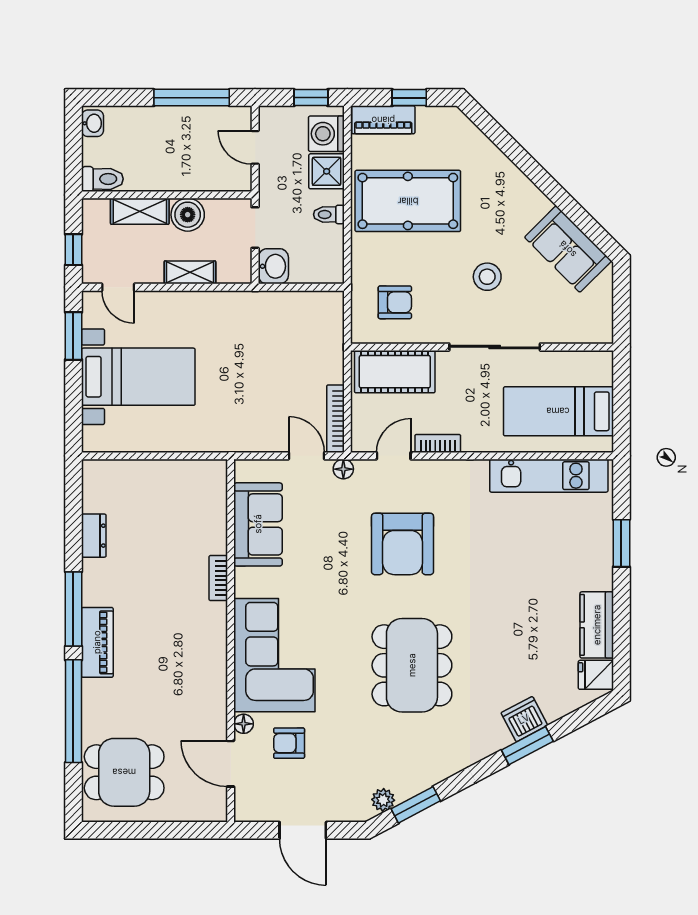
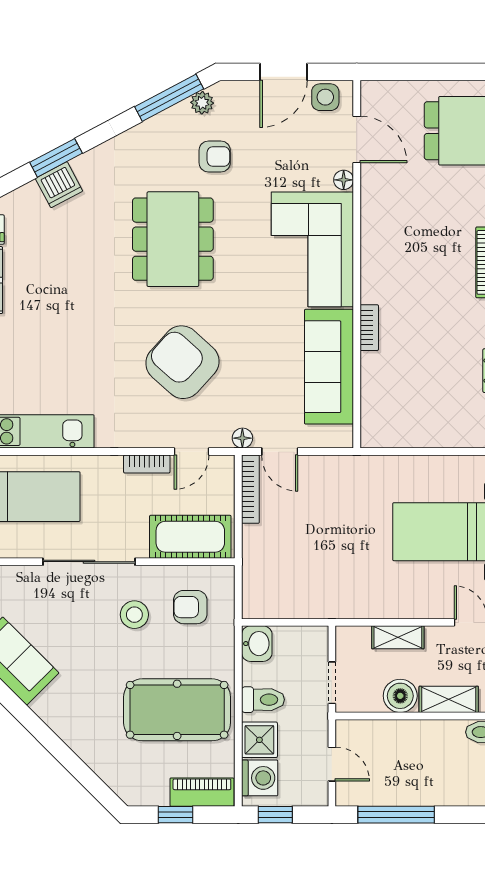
toilet: (329, 214) -> (263, 700), width x1.37, depth x1.39
washbasin: (273, 266) -> (257, 644), moved, turned 180
stool: (487, 277) -> (134, 615), moved
sofa: (258, 524) -> (329, 367), width x1.36
armchair: (403, 544) -> (182, 362), turned -48
armchair: (289, 743) -> (215, 157), moved
side table: (262, 805) -> (325, 97), added
window: (416, 805) -> (169, 98), width x1.44
door: (303, 830) -> (284, 72), swing flipped

